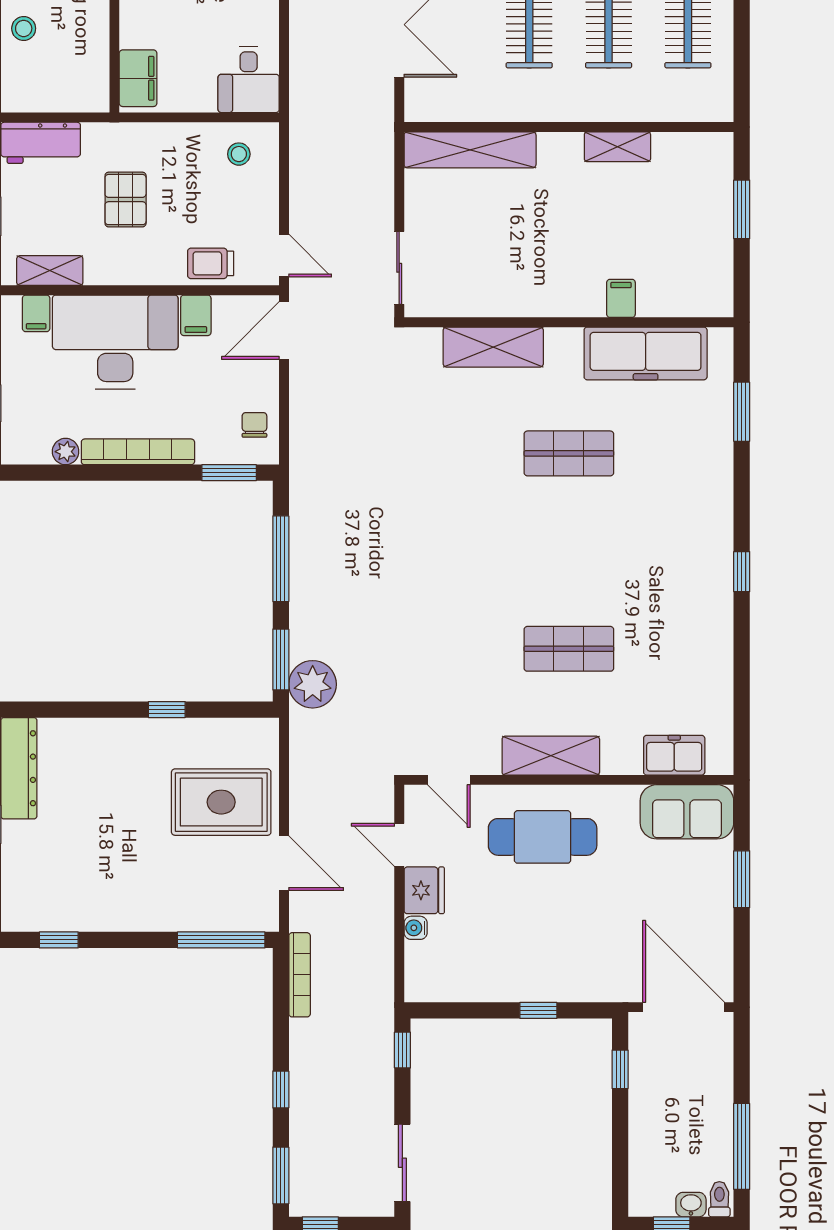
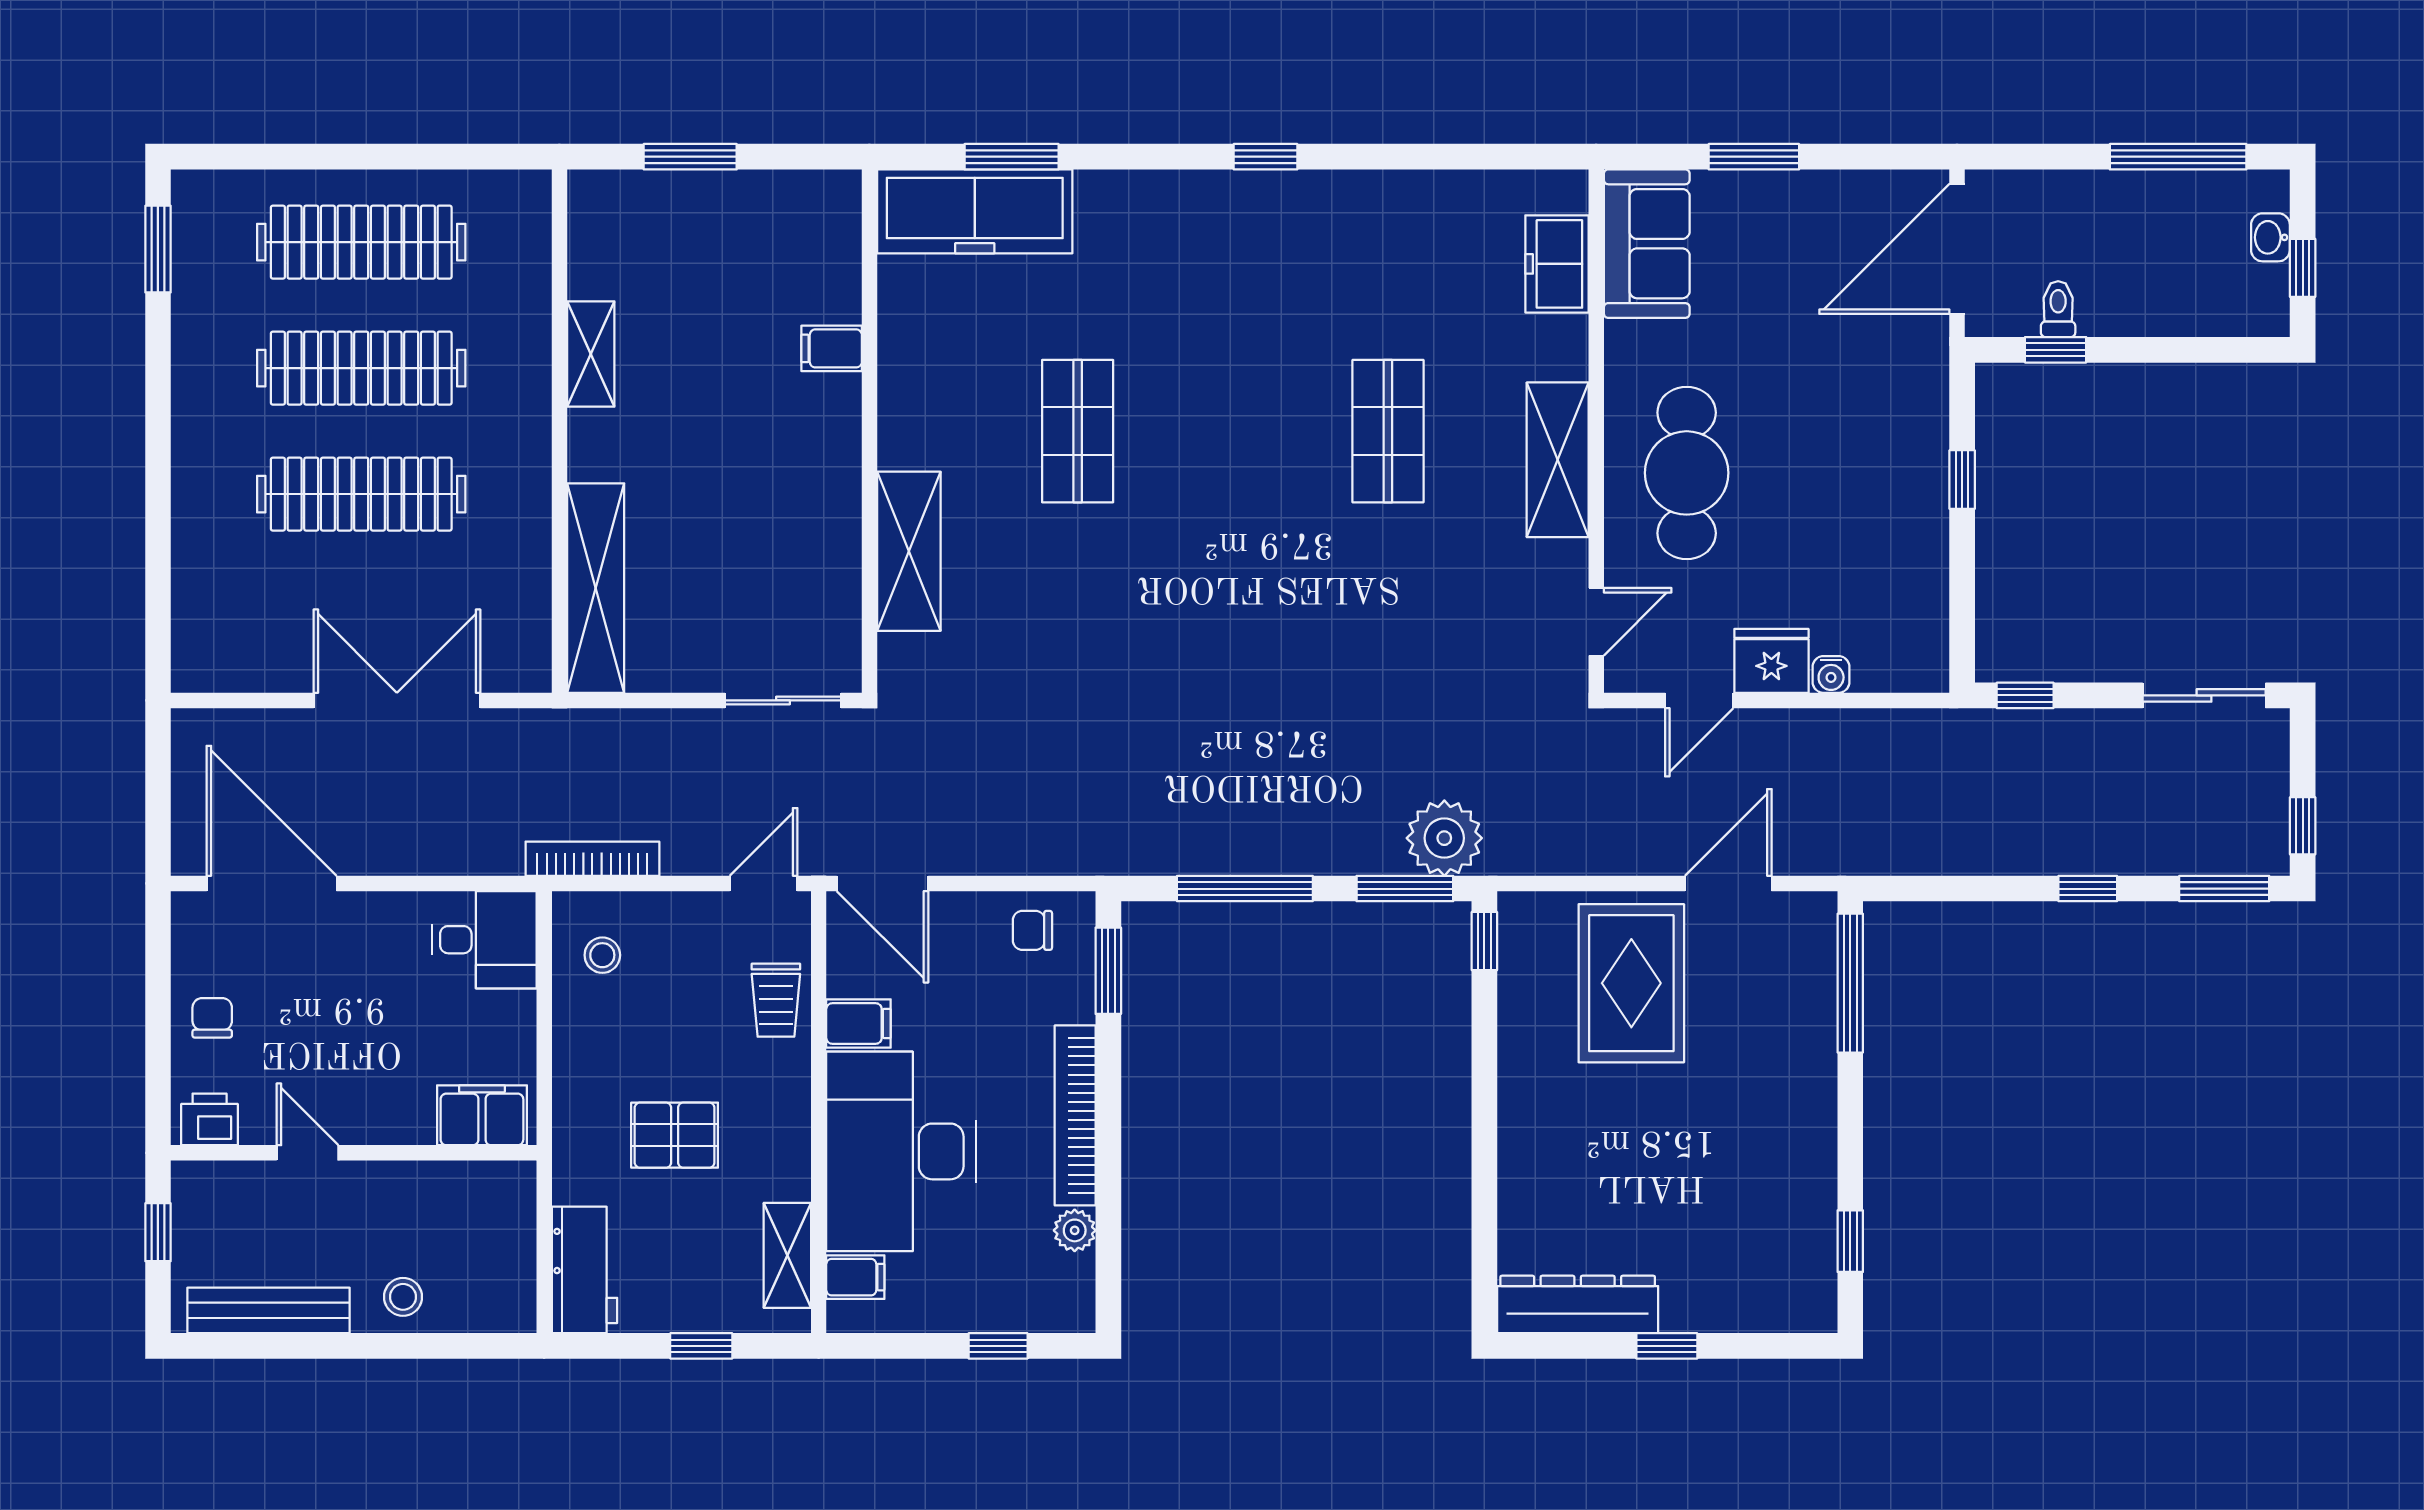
freezer: (646, 353) -> (975, 211), moved, turned 90
window: (167, 710) -> (1484, 941), moved
bookcase: (300, 975) -> (592, 859), moved
toilet: (719, 1199) -> (2058, 309), moved, turned 90

